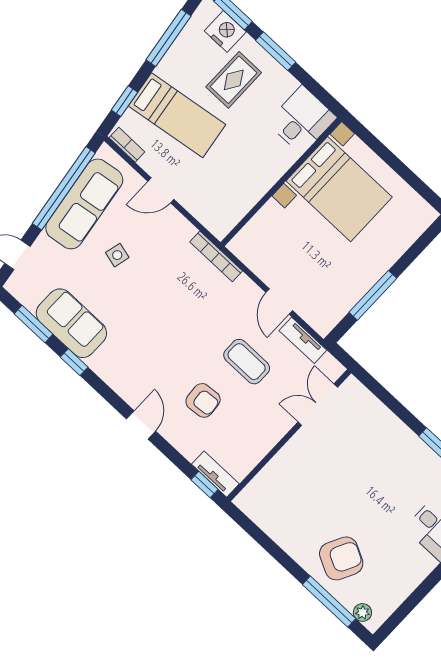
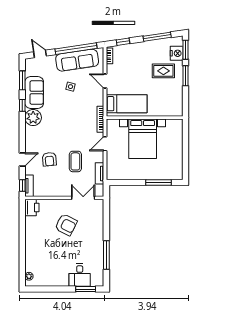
bed: (177, 115) -> (127, 104), moved, turned -82
desk: (302, 120) -> (171, 105), removed
bed with nightstands: (339, 189) -> (143, 139), moved
window: (373, 295) -> (158, 182), moved
door: (279, 301) -> (105, 144), moved
plant: (110, 363) -> (33, 118), added
door: (141, 425) -> (22, 160), moved
printer: (255, 503) -> (32, 208), added
armchair: (341, 558) -> (66, 225), moved
window: (329, 602) -> (22, 262), removed

